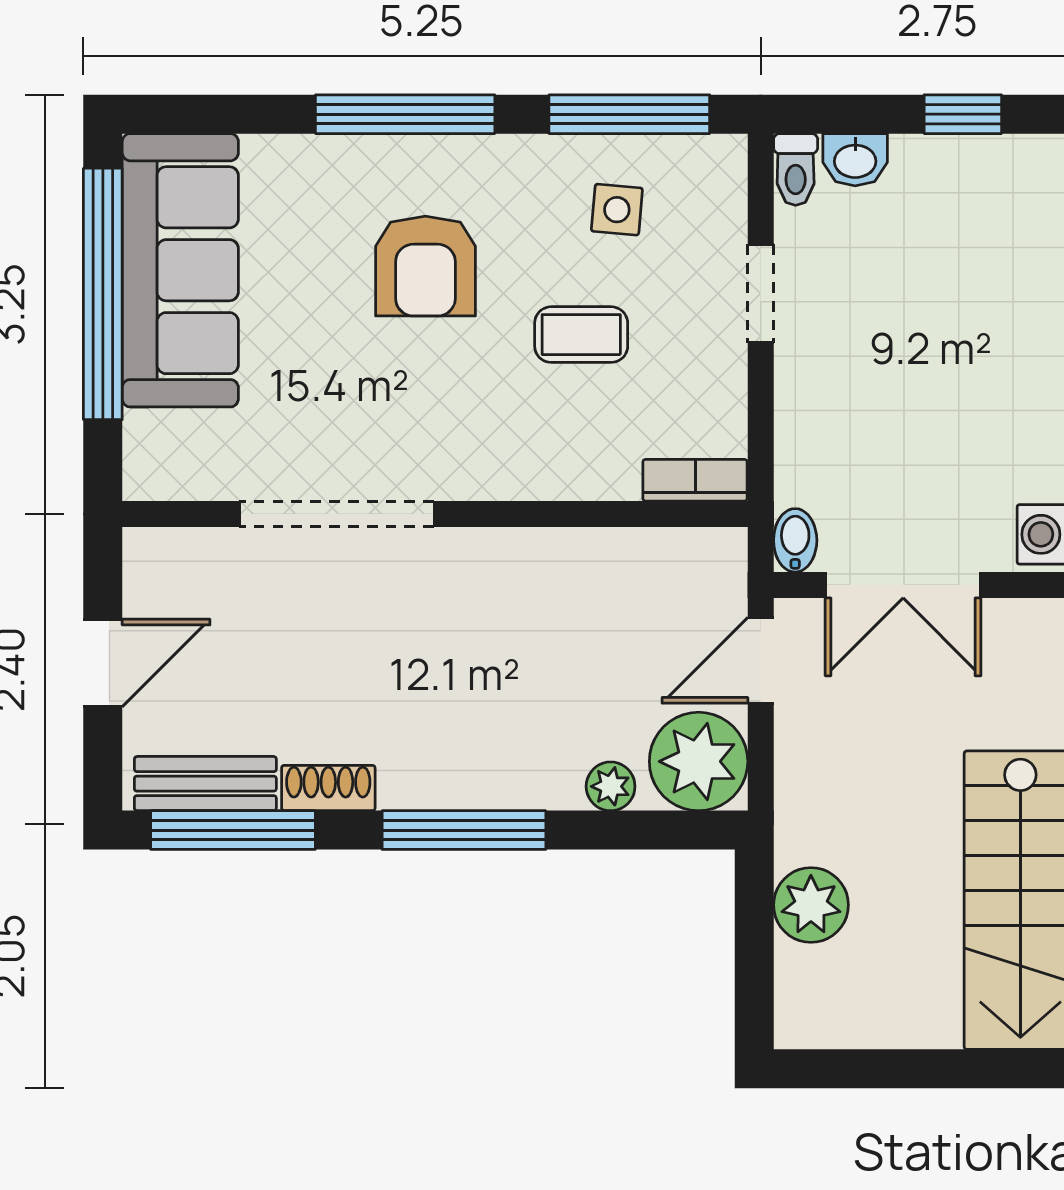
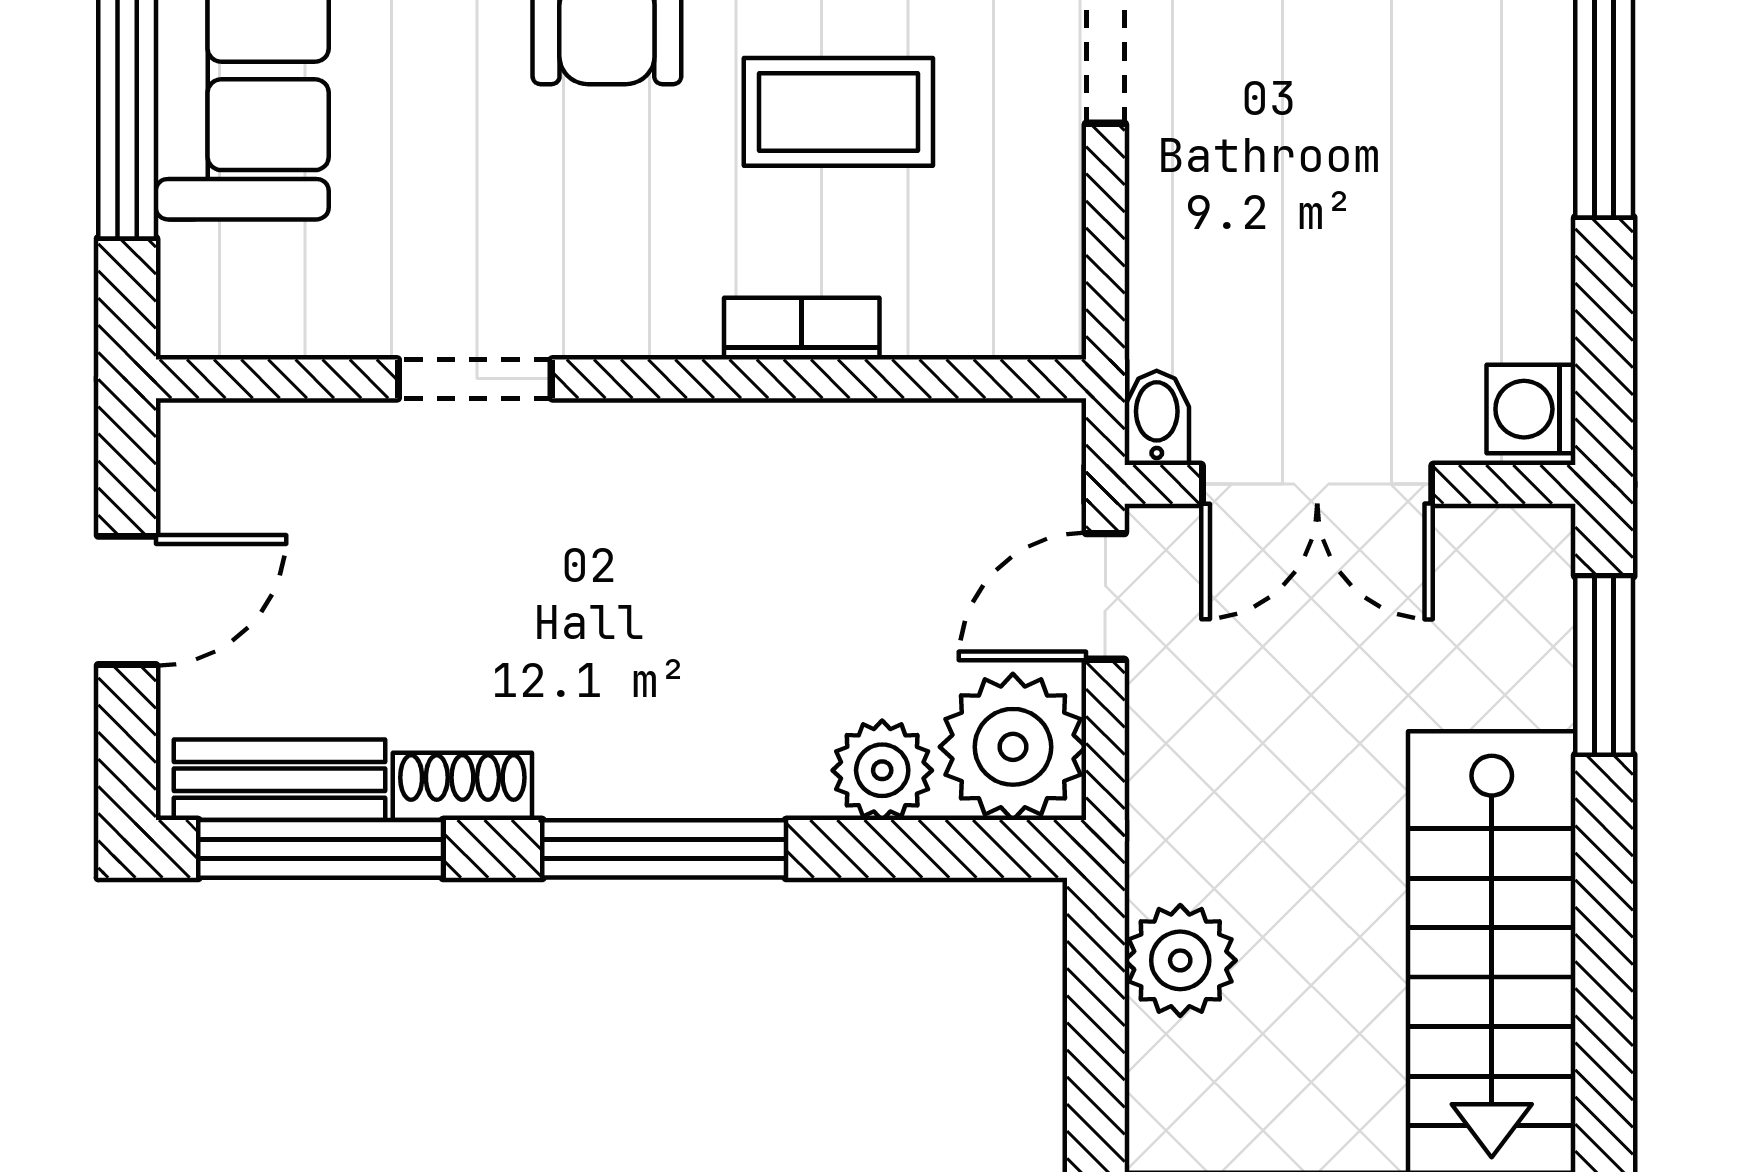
coffee table: (581, 335) -> (838, 112), width x1.36, depth x1.30
bookcase: (695, 480) -> (802, 329), moved
doorway: (337, 514) -> (475, 379), width x0.53
plant: (611, 786) -> (882, 770), width x1.38, depth x1.38

